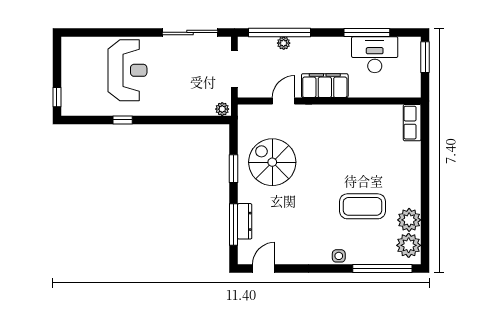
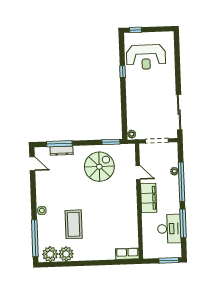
window: (279, 32) -> (181, 182), moved
reception desk: (127, 70) -> (146, 57), moved
window: (234, 169) -> (111, 142), moved

